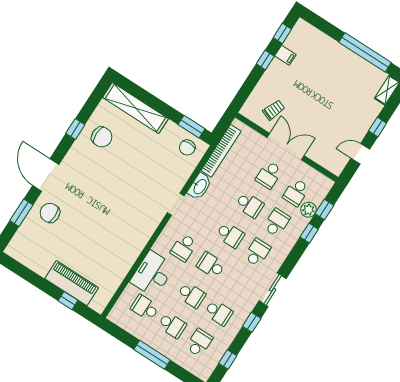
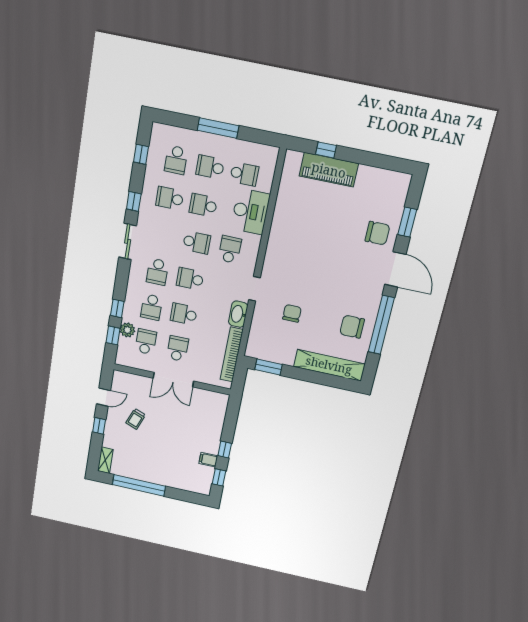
trolley: (274, 110) -> (136, 419), moved
window: (75, 129) -> (381, 325), width x3.17
chair: (187, 148) -> (292, 313), moved

